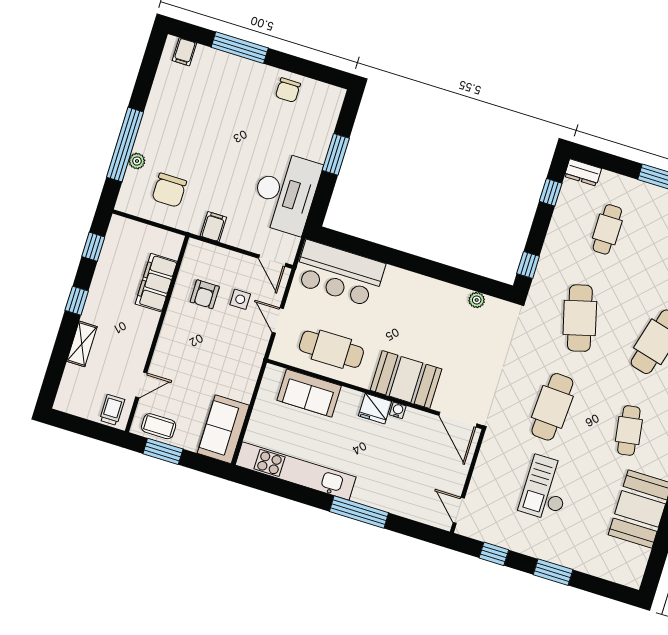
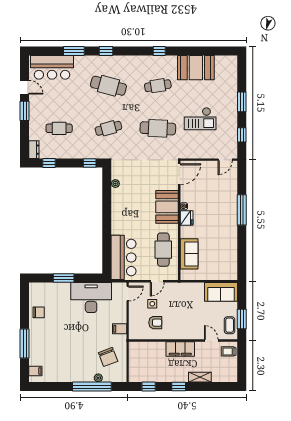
chair: (169, 190) -> (108, 357), turned 69
filing cabinet: (156, 283) -> (180, 349), moved
cafe table: (580, 318) -> (108, 128), width x0.73, depth x0.74
kitchen unit: (296, 471) -> (231, 249), removed

